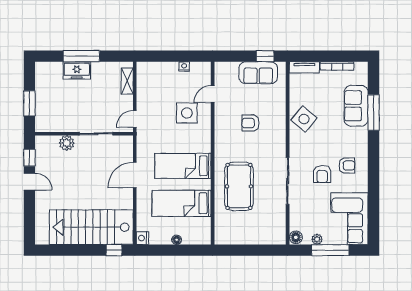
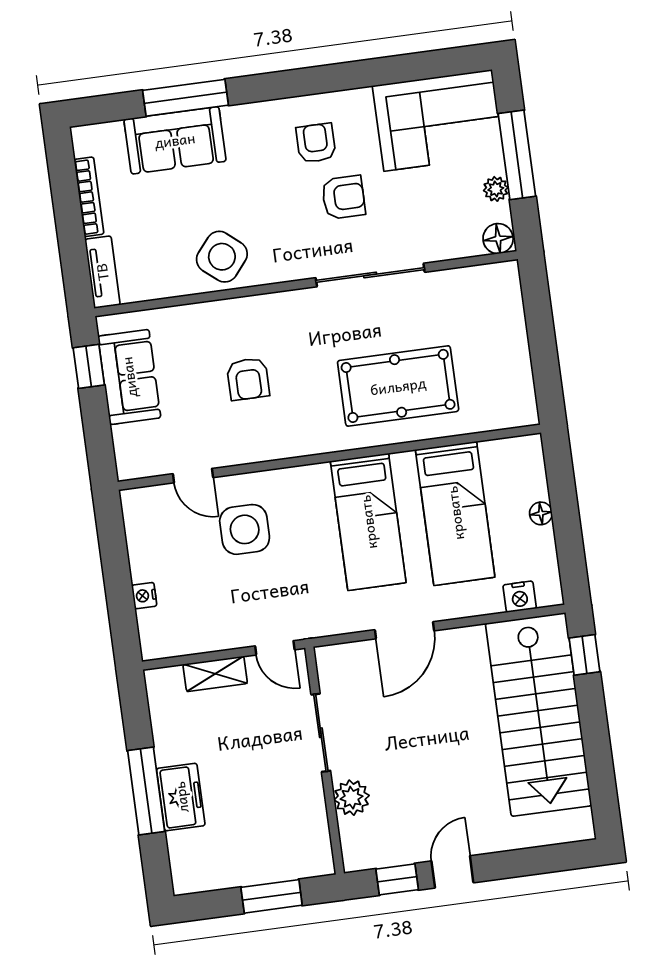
nightstand: (184, 67) -> (144, 596), moved
shelving: (127, 81) -> (215, 674), moved
door: (135, 175) -> (404, 630), hinge flipped
nightstand: (142, 238) -> (520, 597), moved

